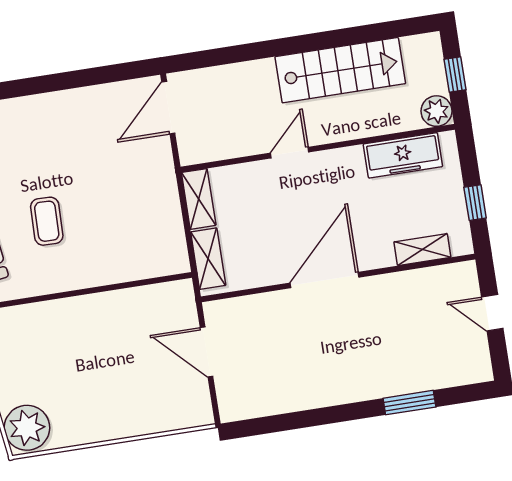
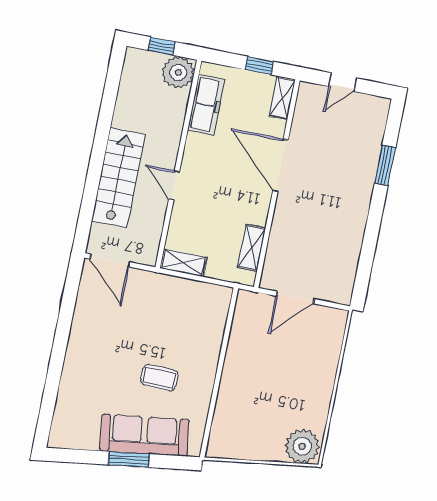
stairs: (340, 70) -> (118, 178), moved
plant: (436, 111) -> (178, 72), width x1.36, depth x1.36
shelving: (422, 250) -> (282, 98), moved
shelving: (208, 259) -> (252, 248), moved, turned 90
door: (324, 280) -> (280, 165), moved

